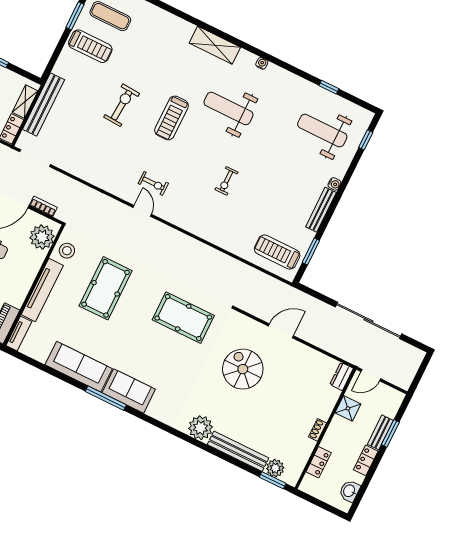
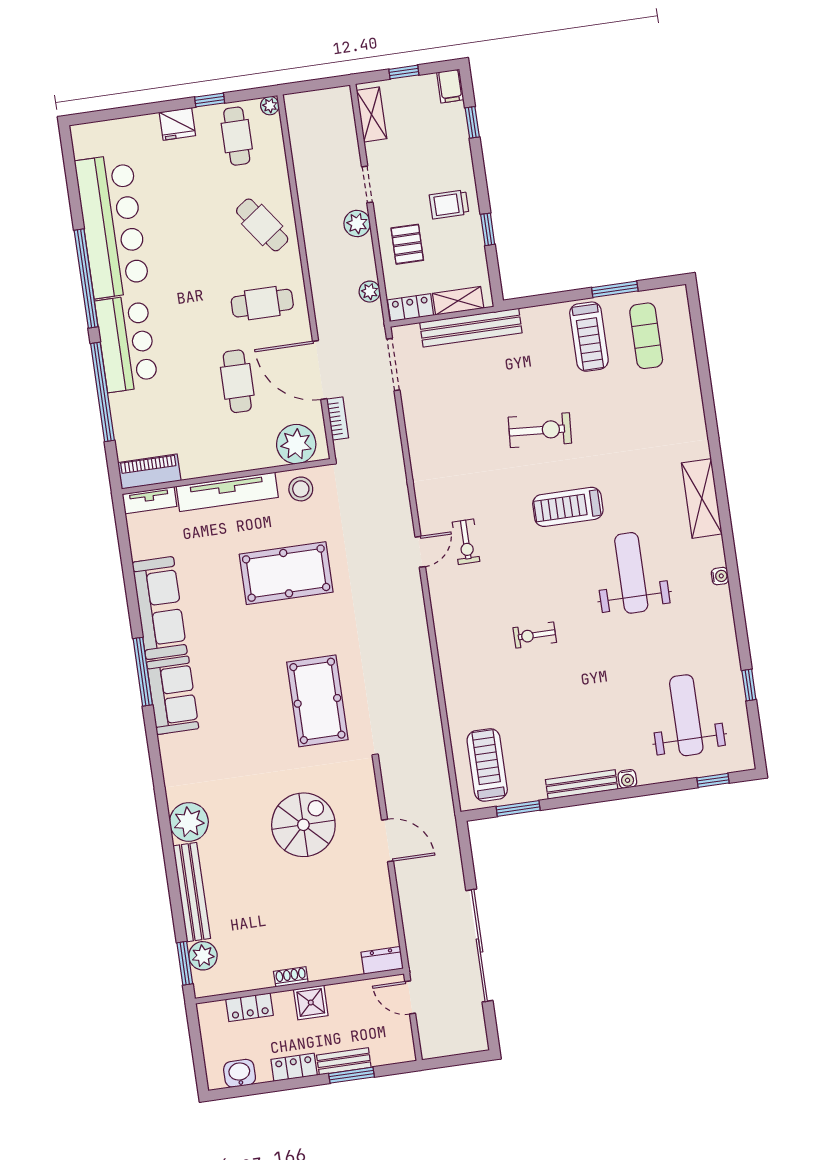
shower: (348, 408) -> (311, 1002), moved

